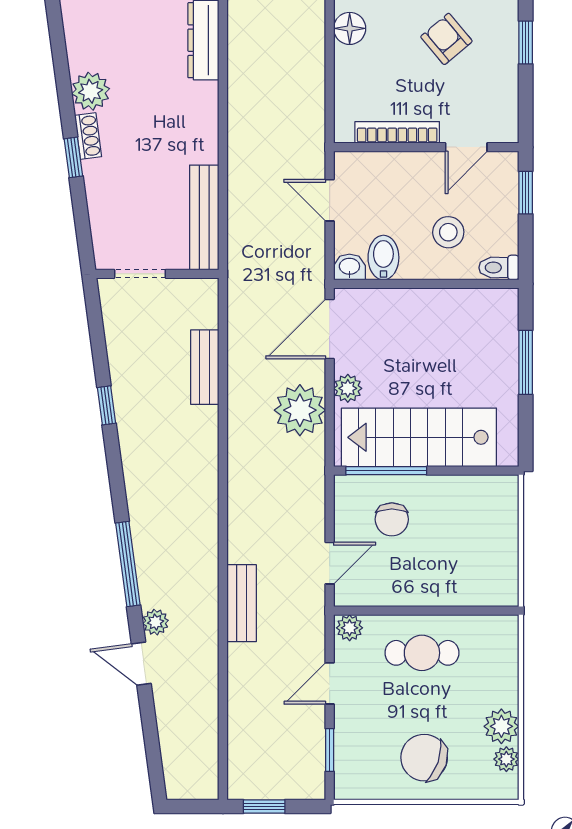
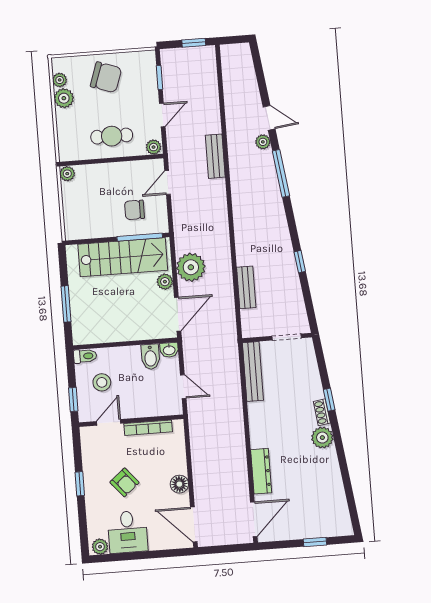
stool: (448, 232) -> (102, 382), moved
chair: (392, 519) -> (134, 210), turned -90
plant: (506, 592) -> (67, 174), added

